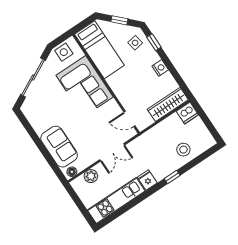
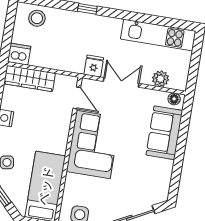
corner sofa: (85, 86) -> (93, 144), moved
stool: (183, 150) -> (37, 18), moved
fridge: (147, 180) -> (94, 66), moved, turned 180

